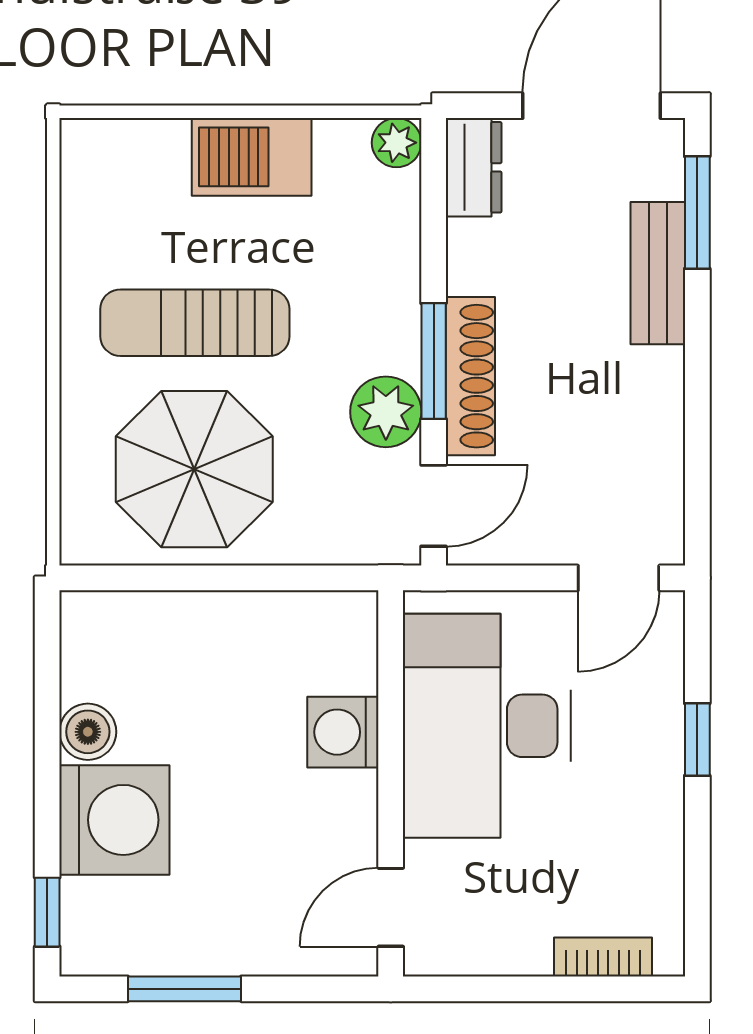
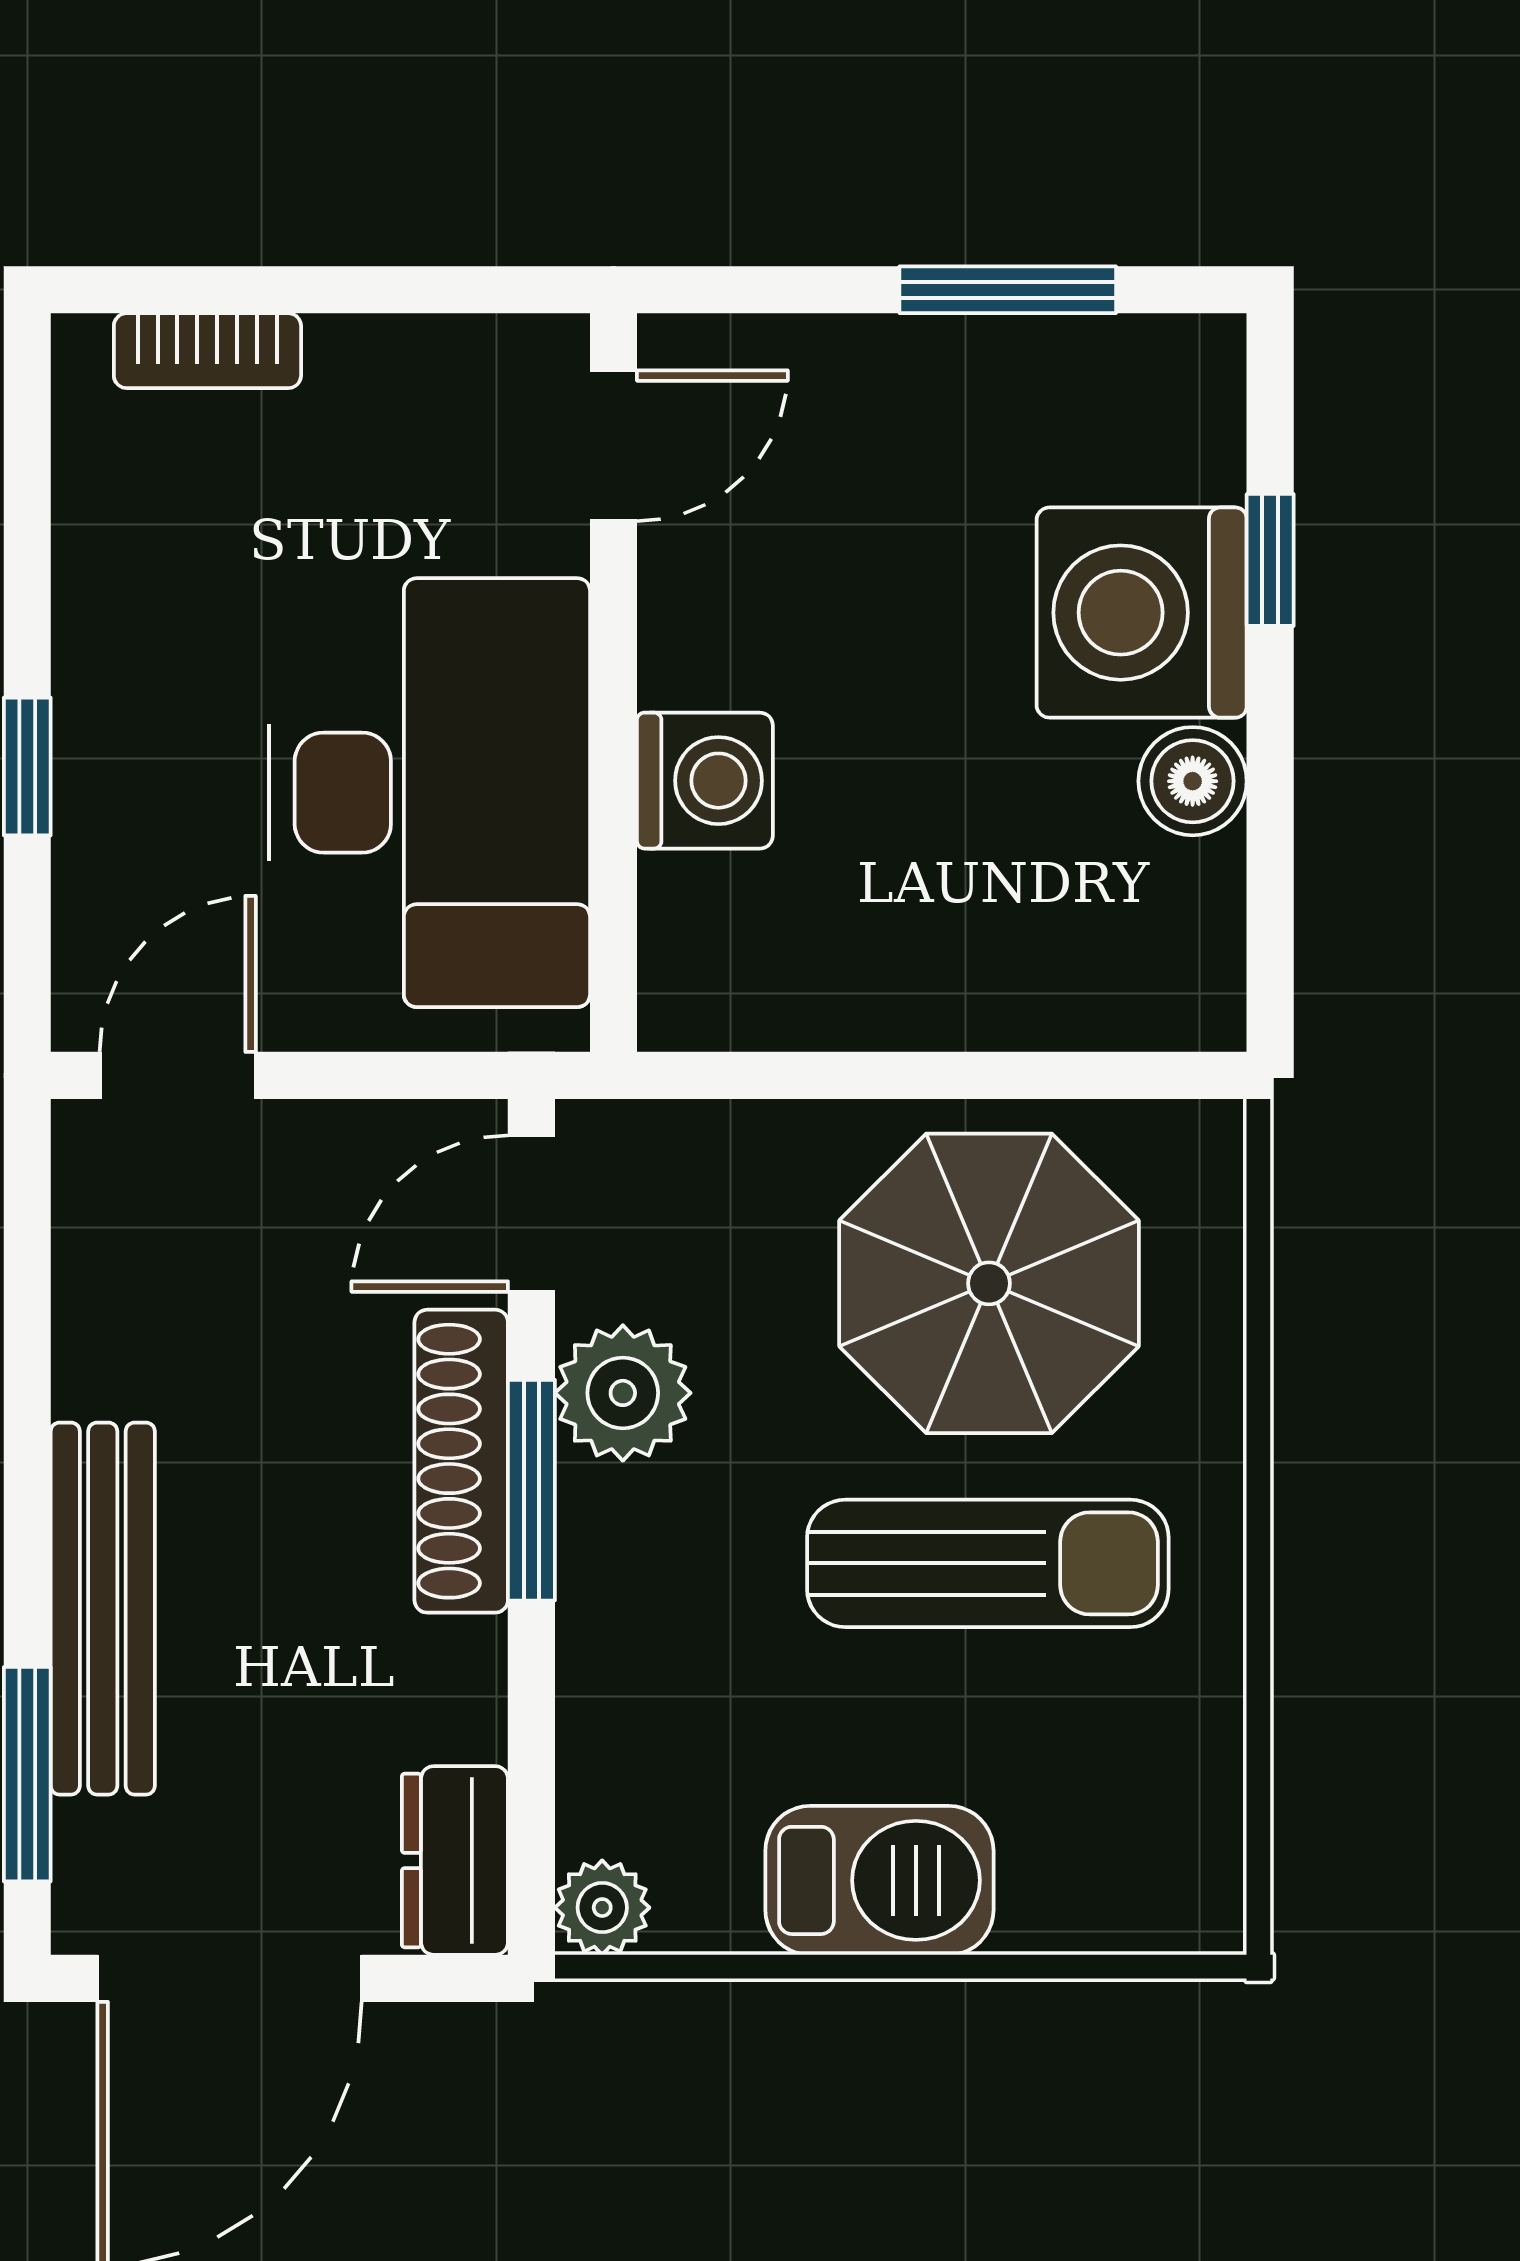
bench: (658, 273) -> (103, 1609), width x1.36
window: (47, 912) -> (1270, 560), moved

